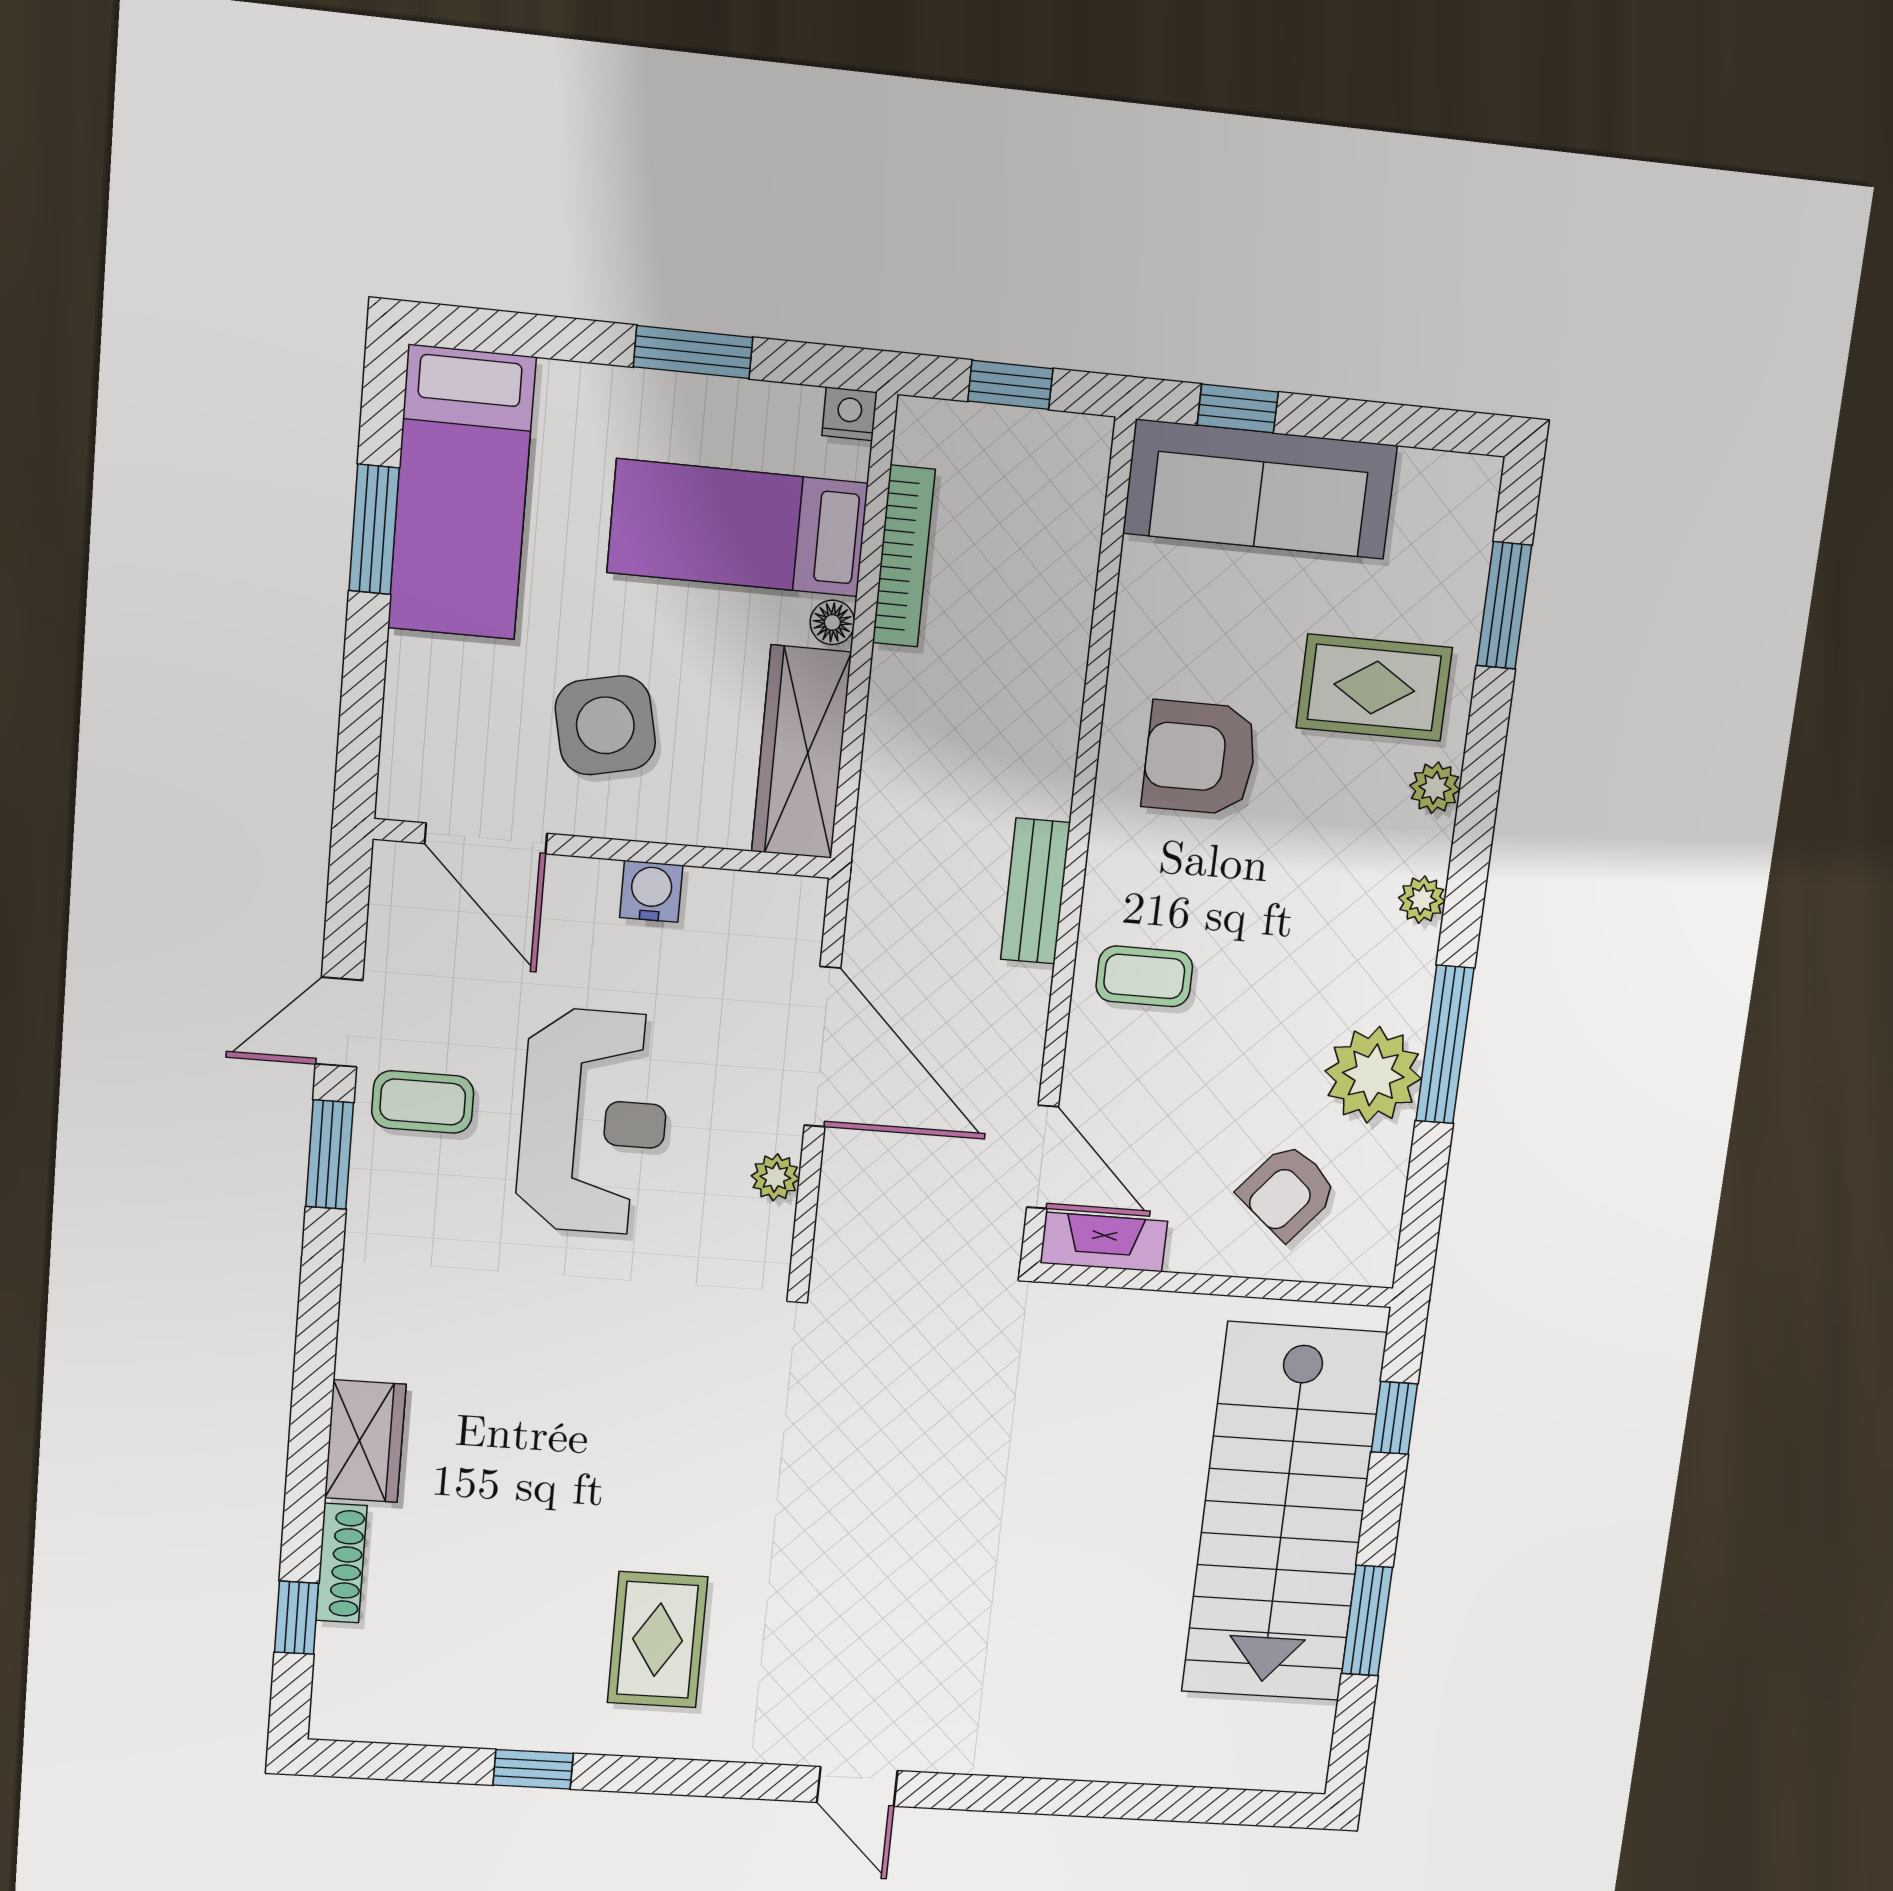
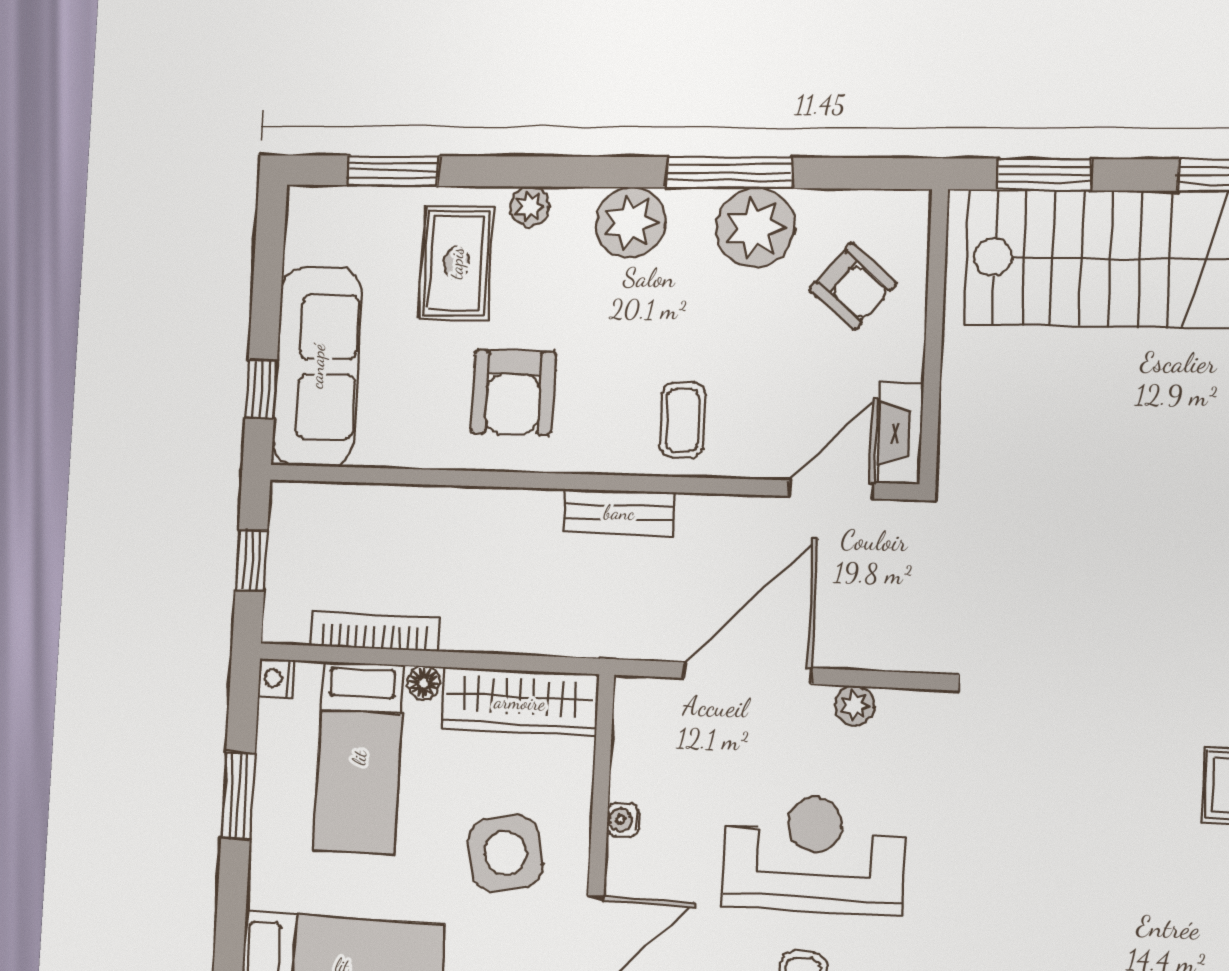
water cooler: (651, 891) -> (623, 820), width x0.72, depth x0.72
plant: (1422, 900) -> (631, 222), width x1.87, depth x1.87
window: (1394, 1418) -> (1044, 174), width x1.50

